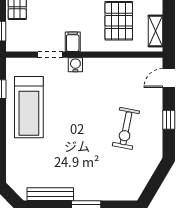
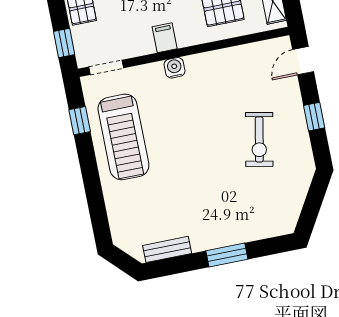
doorway: (50, 55) -> (106, 67), moved
bench: (50, 194) -> (167, 249), width x0.73

